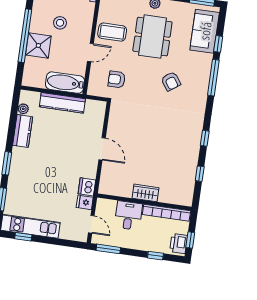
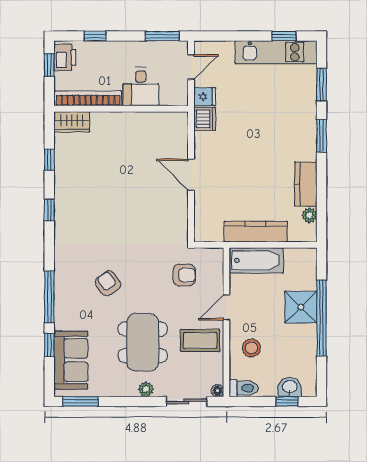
stool: (60, 23) -> (251, 348), moved
wardrobe: (146, 193) -> (72, 122), moved
door: (91, 224) -> (191, 67), swing flipped

